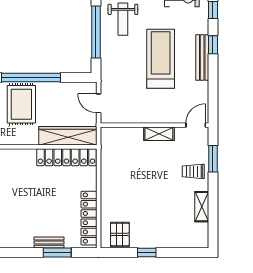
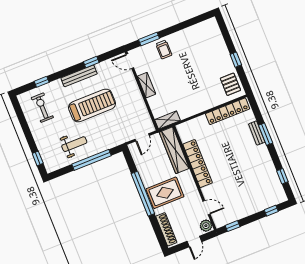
window: (213, 45) -> (91, 62), moved
treadmill: (161, 59) -> (92, 105), turned 180
locker: (66, 157) -> (198, 164), moved
shelving: (202, 207) -> (168, 120), moved
pallet: (120, 234) -> (230, 84), turned 90
window: (57, 253) -> (266, 134), moved

